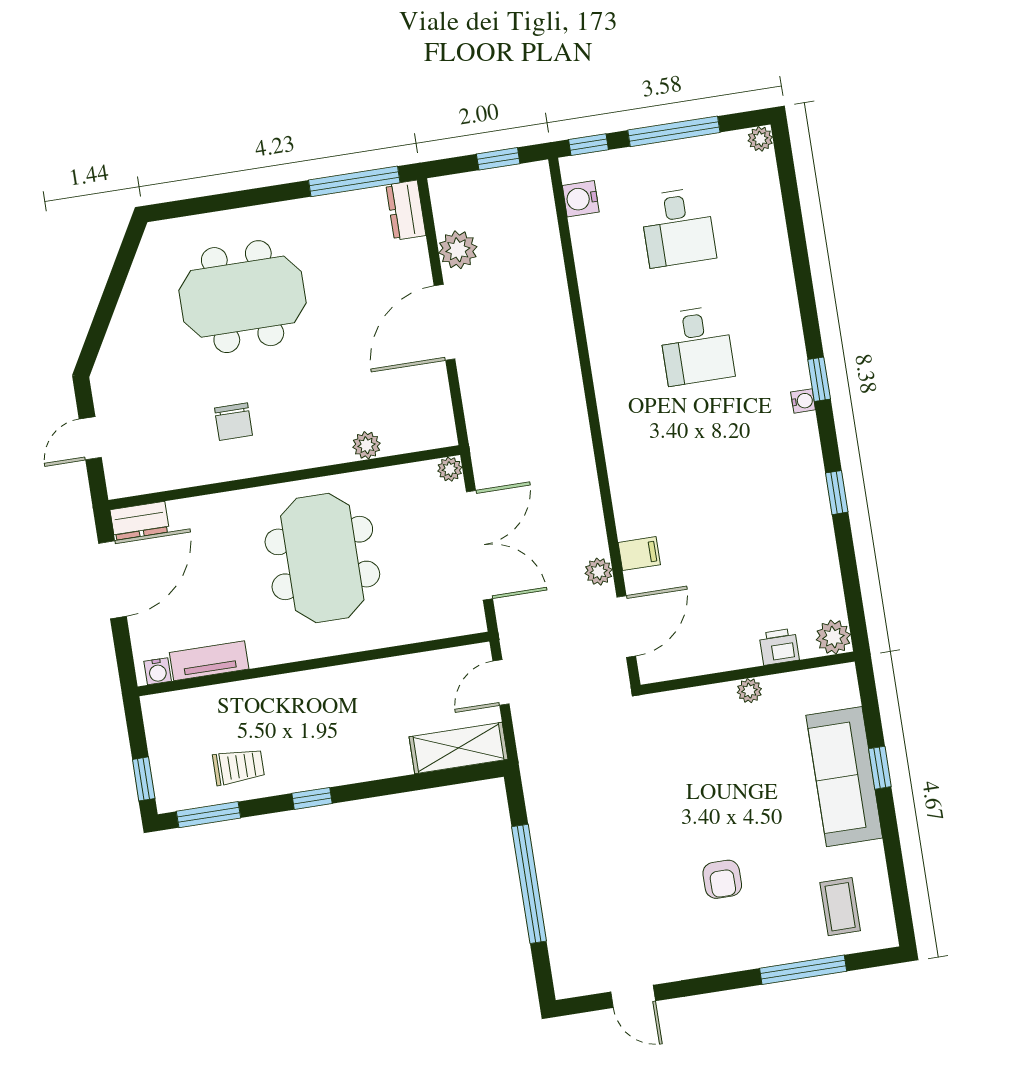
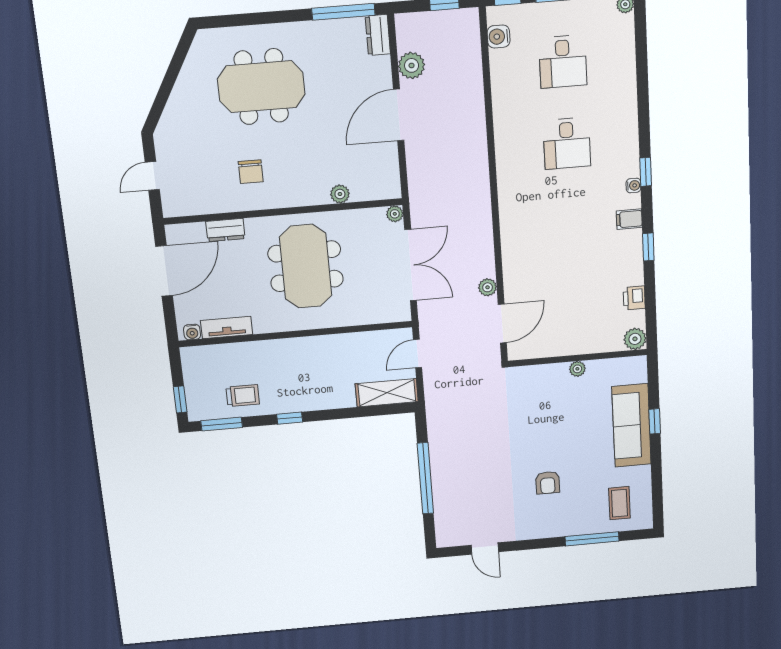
dresser: (140, 521) -> (225, 230), moved
filing cabinet: (639, 554) -> (629, 219), moved, turned 180
printer: (779, 647) -> (634, 298), moved, turned -90

